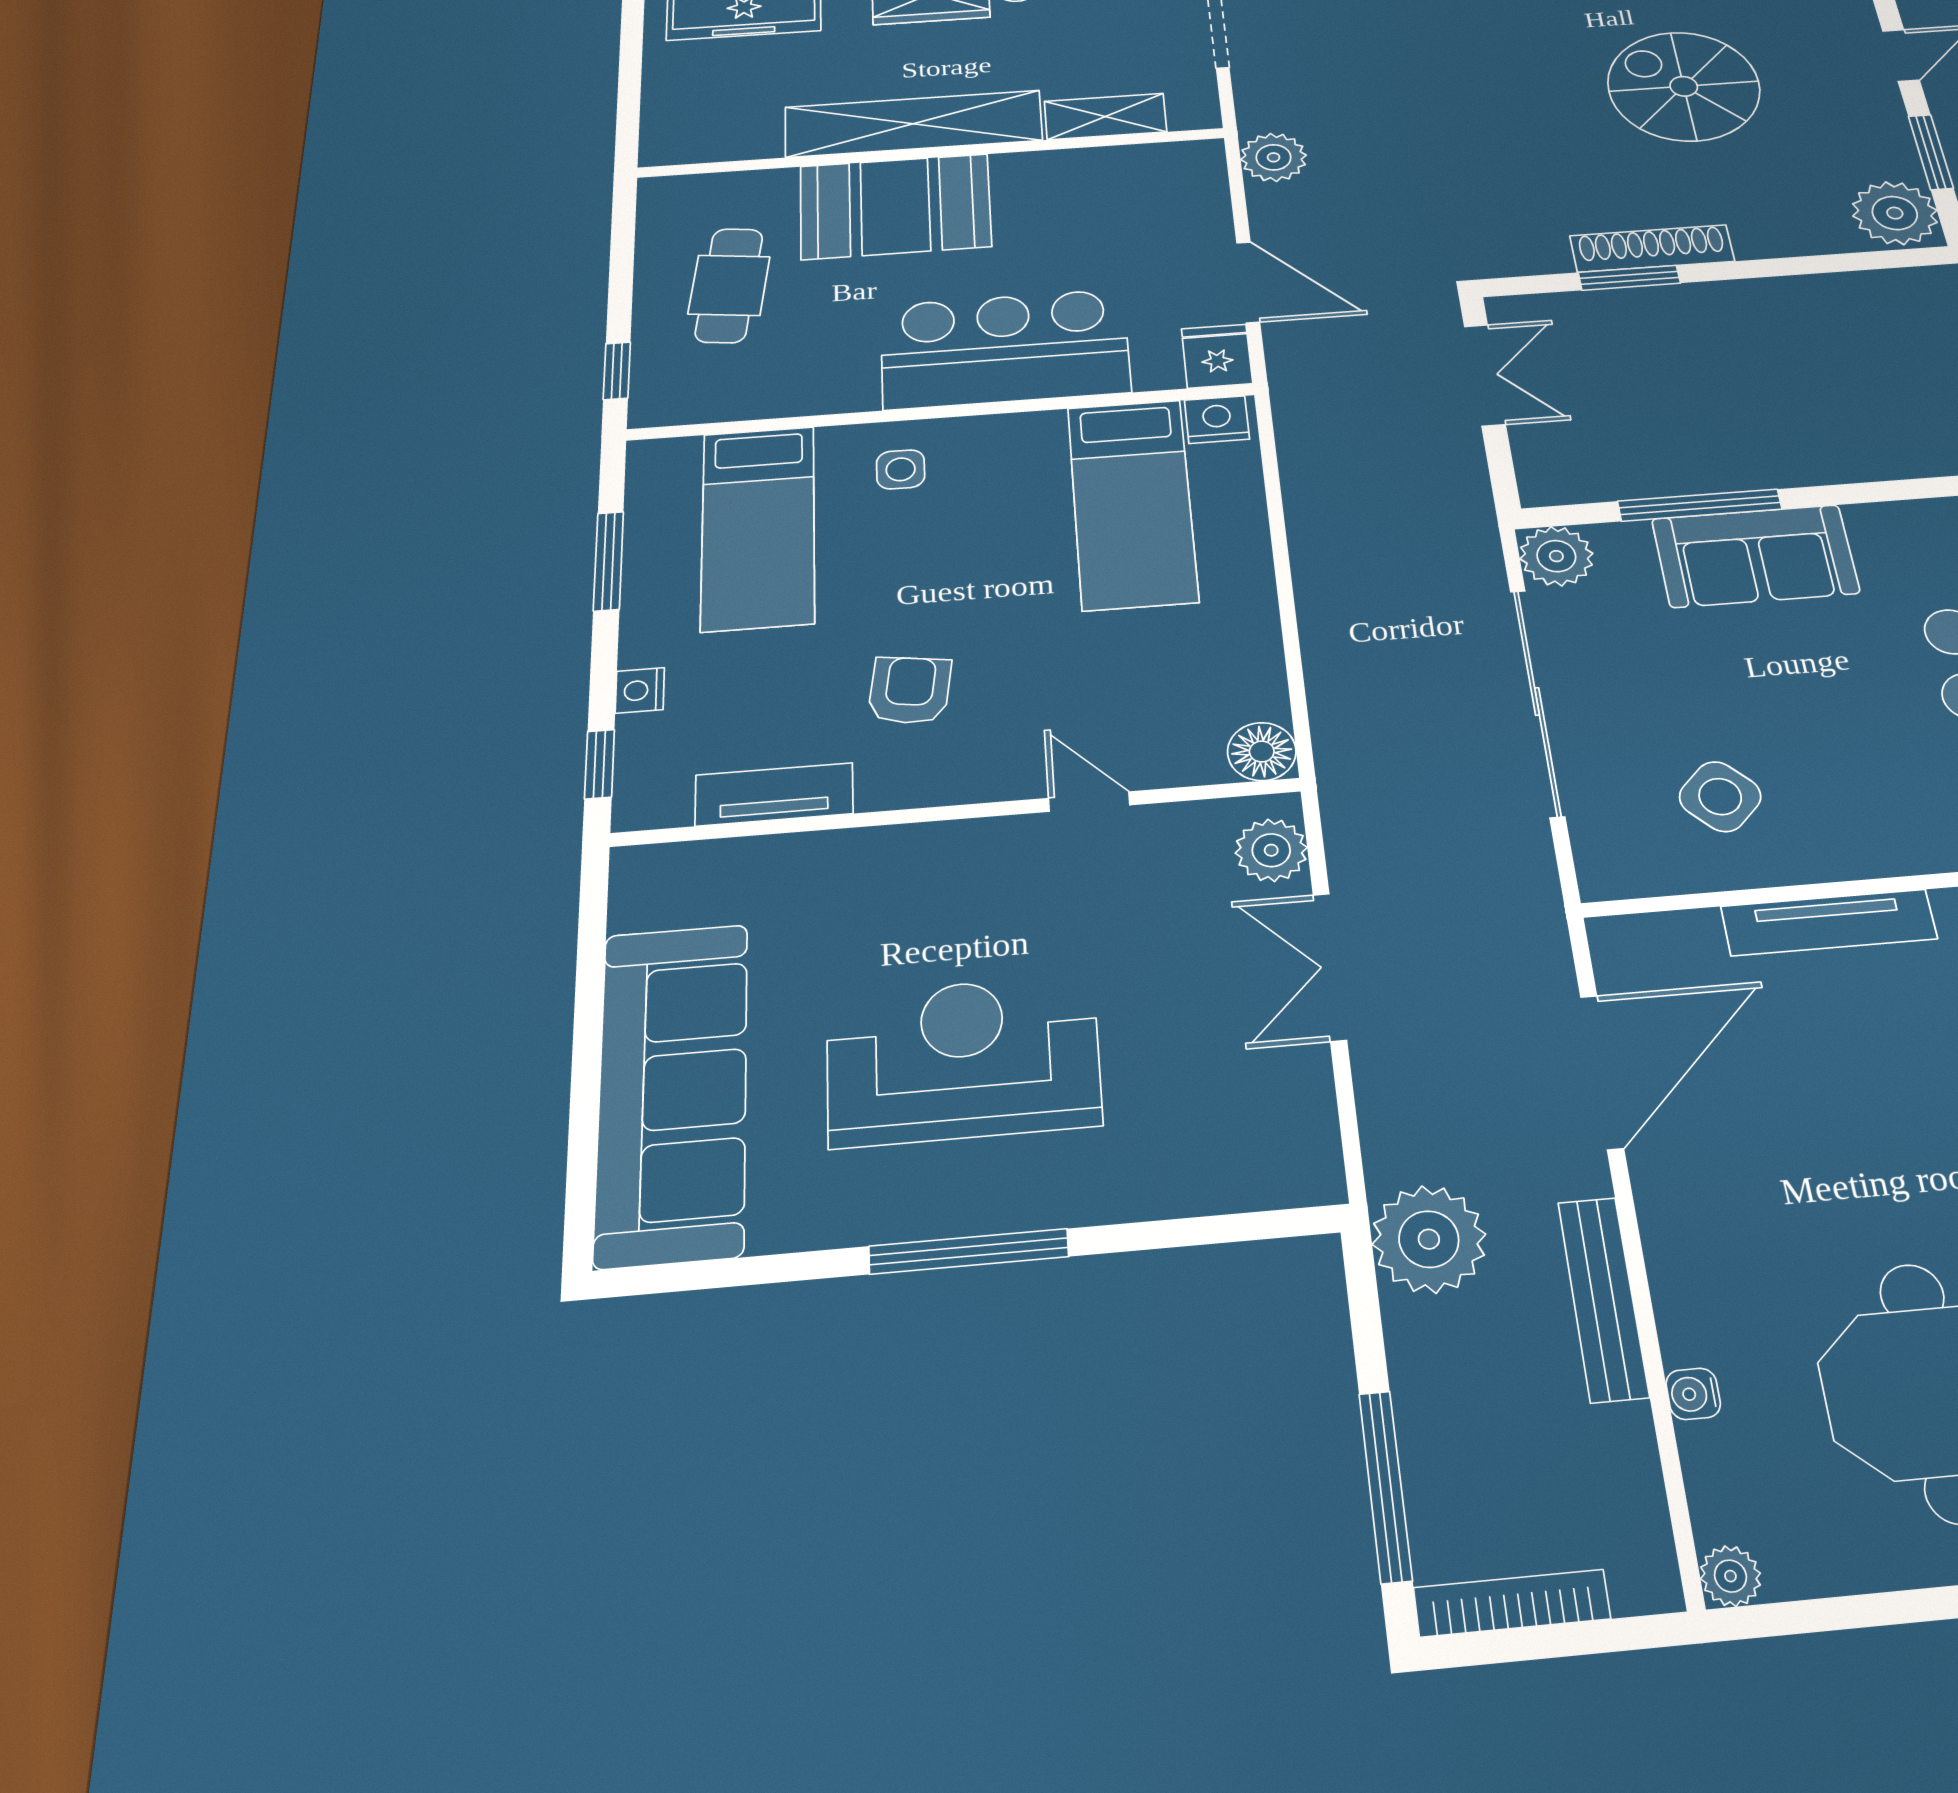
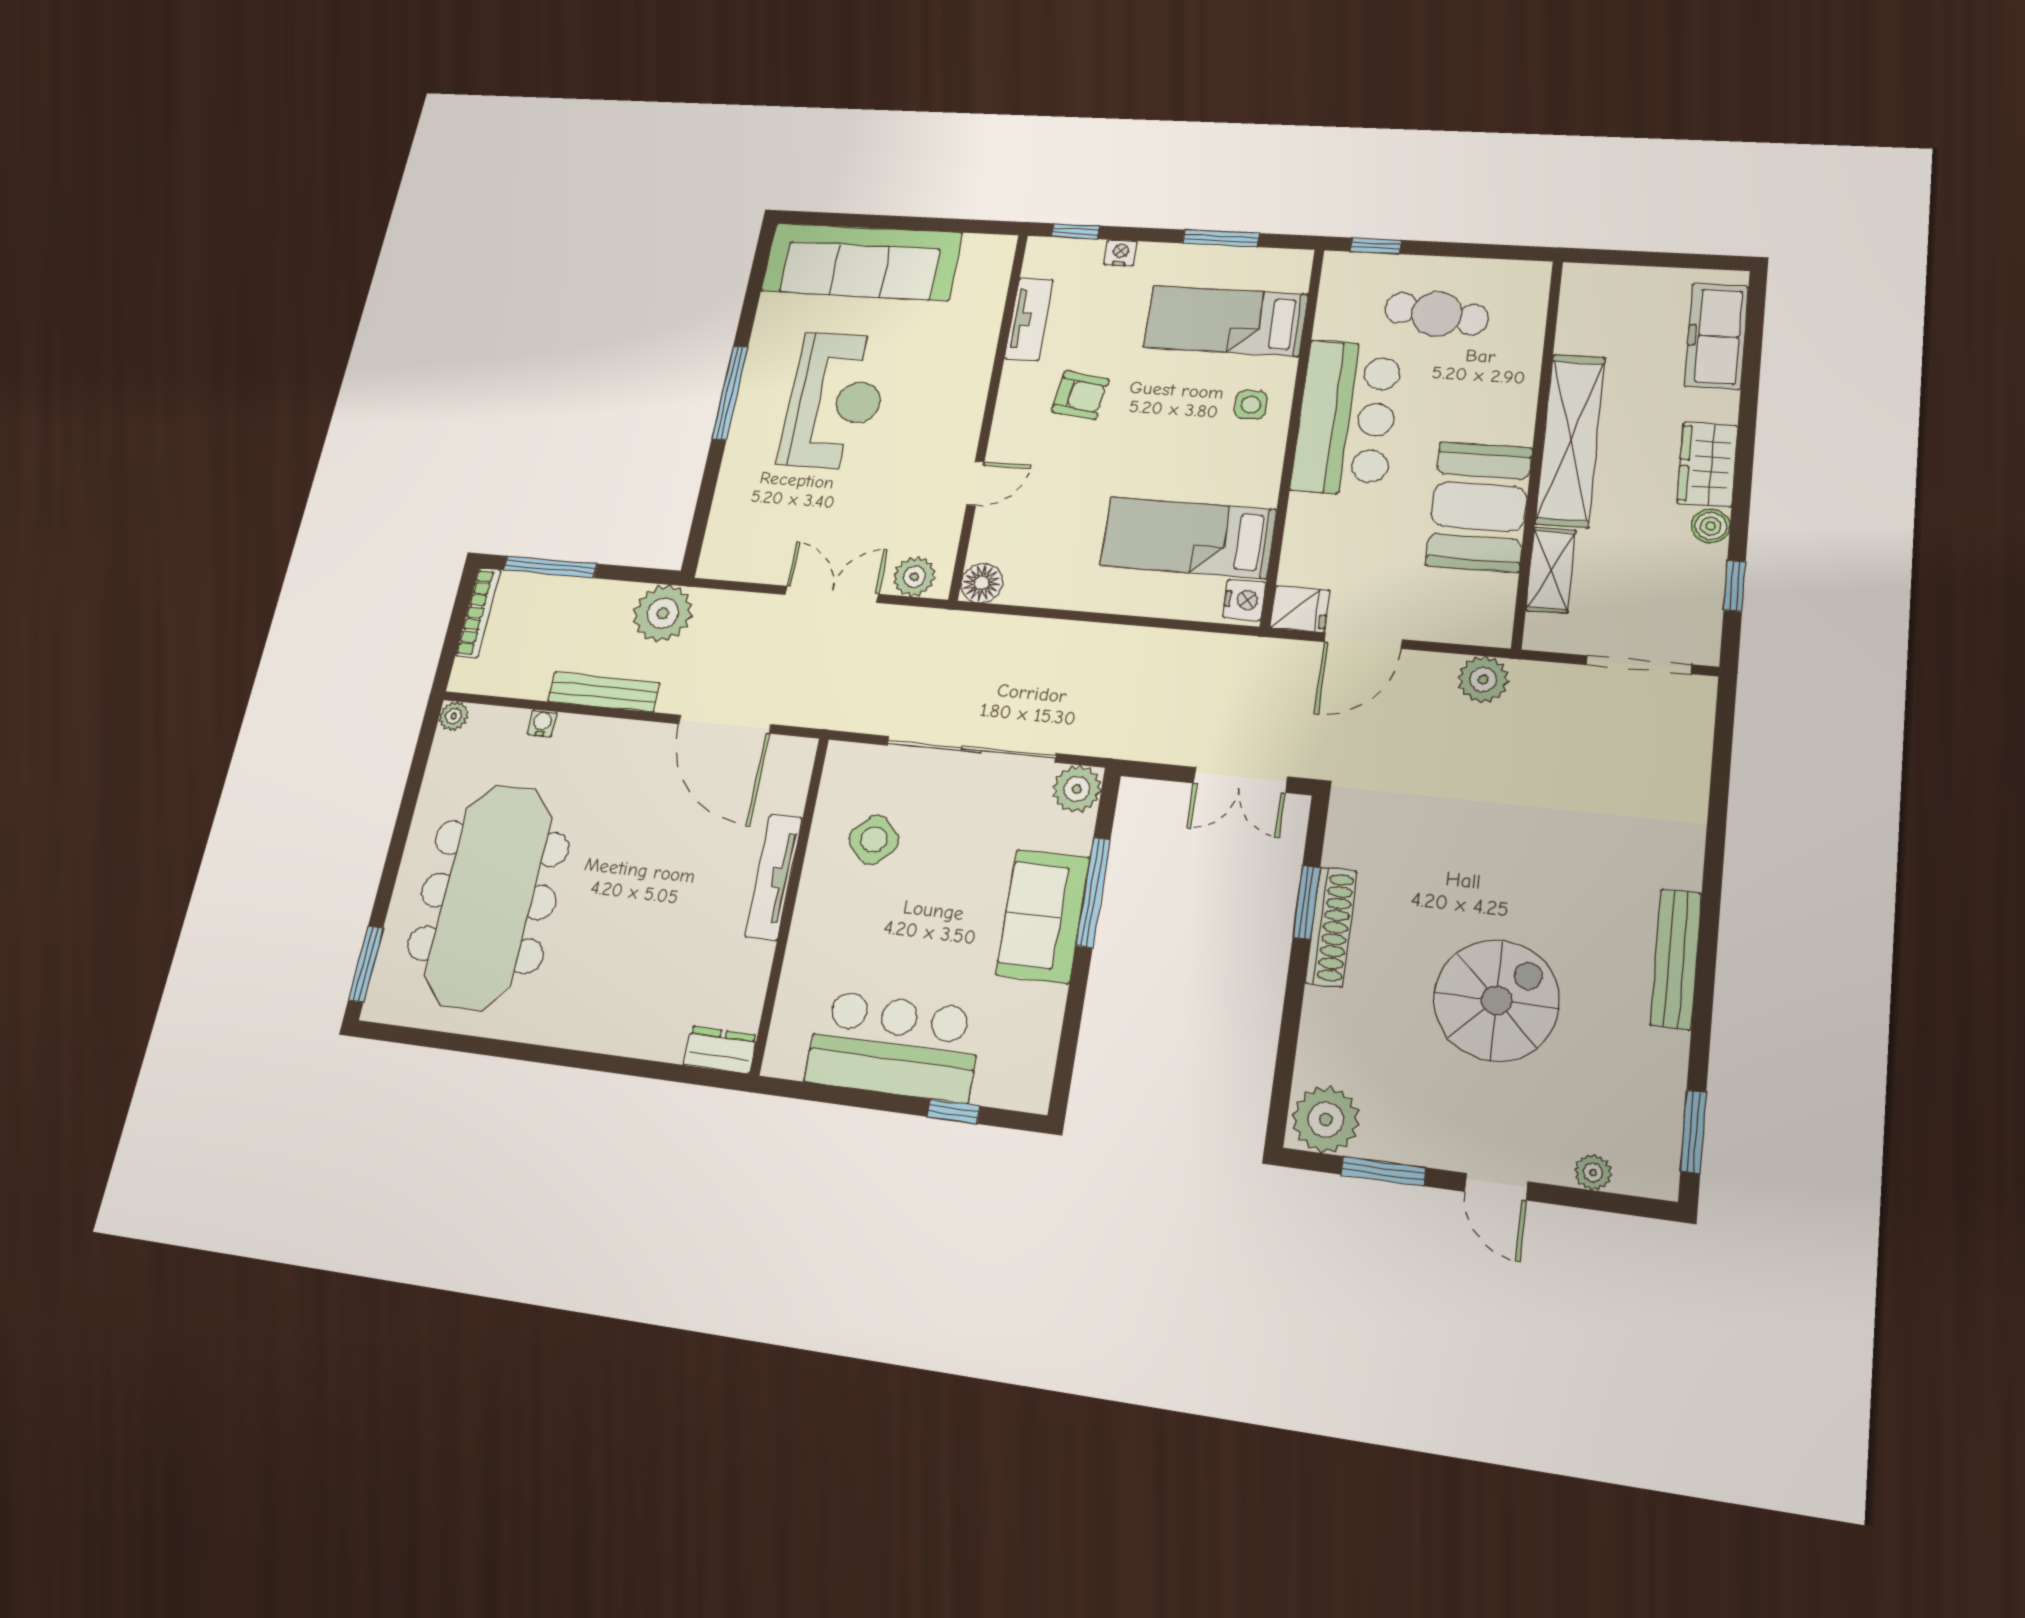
booth: (895, 206) -> (1479, 506), moved
bar counter: (1005, 349) -> (1347, 418), moved

